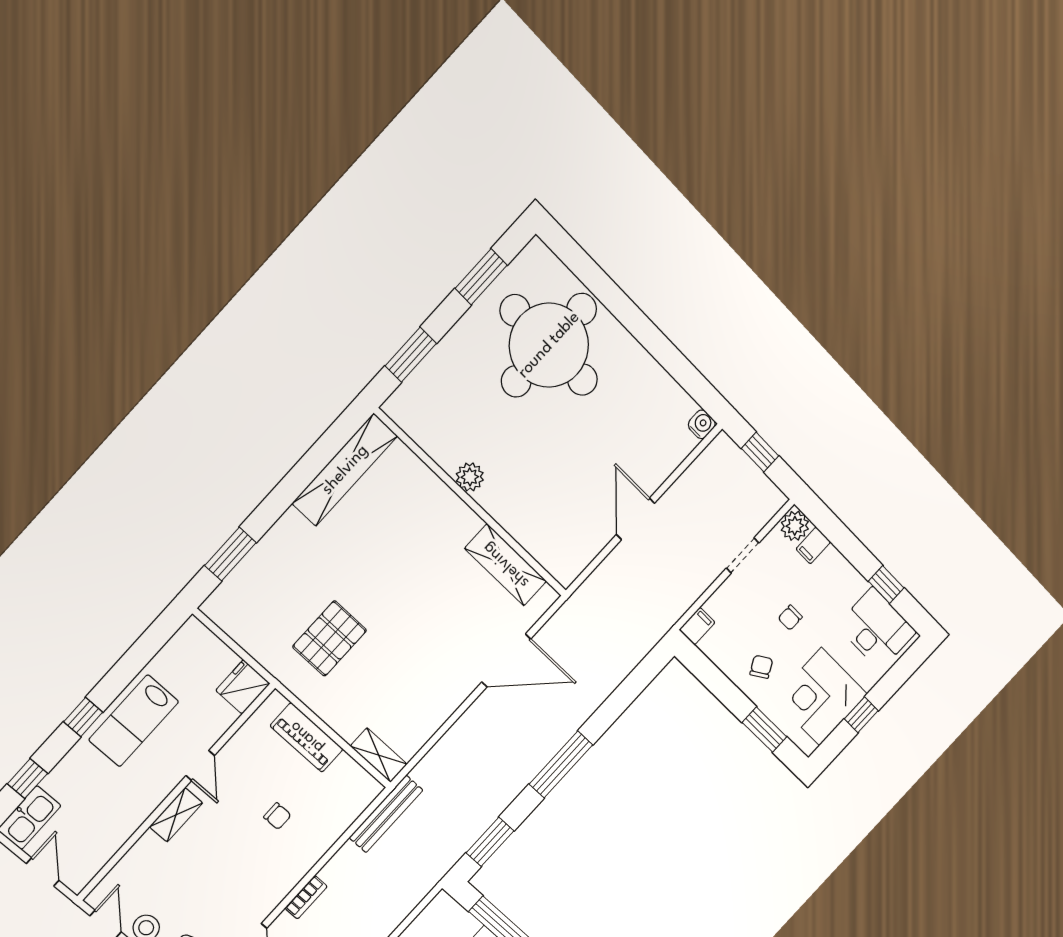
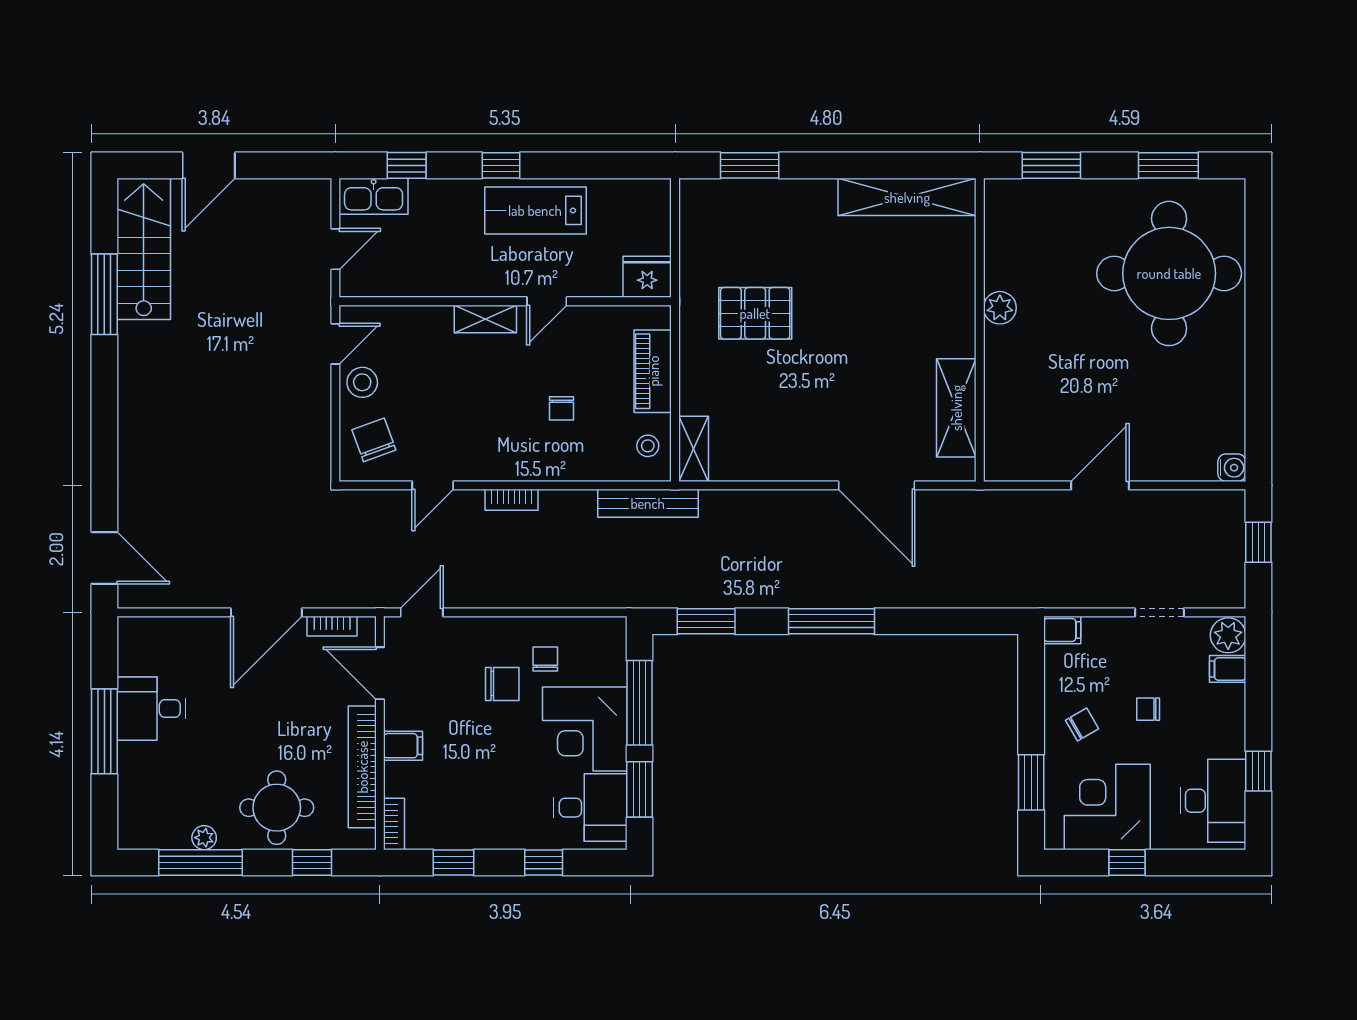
stool: (351, 782) -> (648, 446), added

